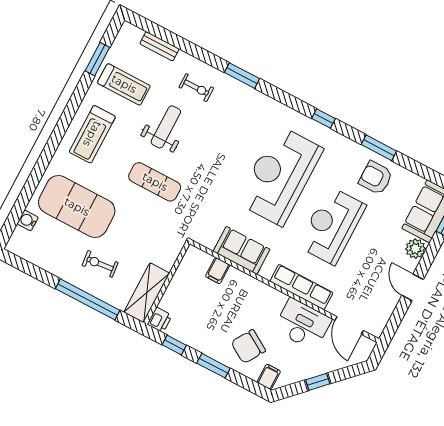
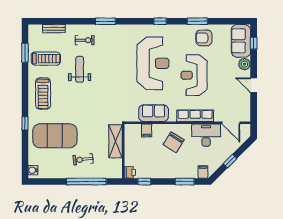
window: (42, 165) -> (25, 123), added
reception desk: (280, 176) -> (153, 63), turned 180
exercise mat: (155, 182) -> (89, 101), removed
water cooler: (28, 220) -> (33, 170), moved
shelving: (147, 293) -> (116, 141), moved
chair: (248, 346) -> (174, 142), moved
window: (213, 366) -> (185, 182), moved

